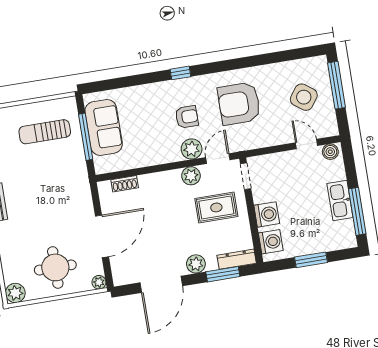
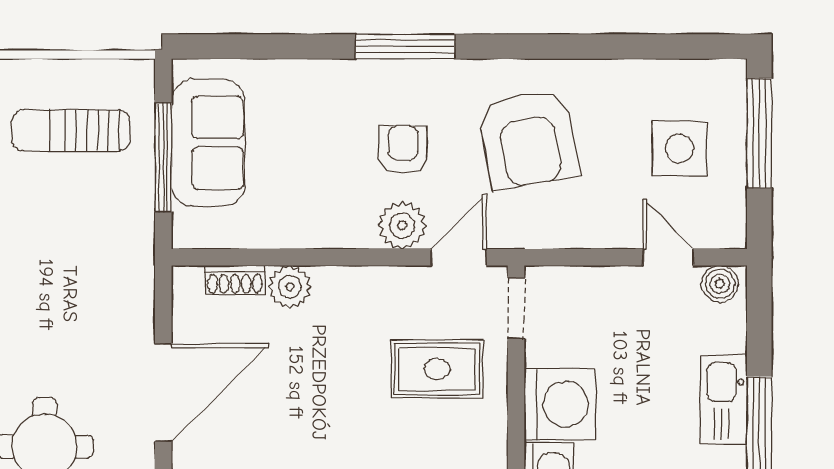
window: (180, 73) -> (405, 46), width x2.17
side table: (304, 97) -> (679, 148), turned -36
armchair: (239, 104) -> (528, 139), turned -100
armchair: (187, 117) -> (403, 150), turned -90
plant: (191, 176) -> (290, 287), moved
washing machine: (267, 214) -> (560, 404), width x1.37, depth x1.37

